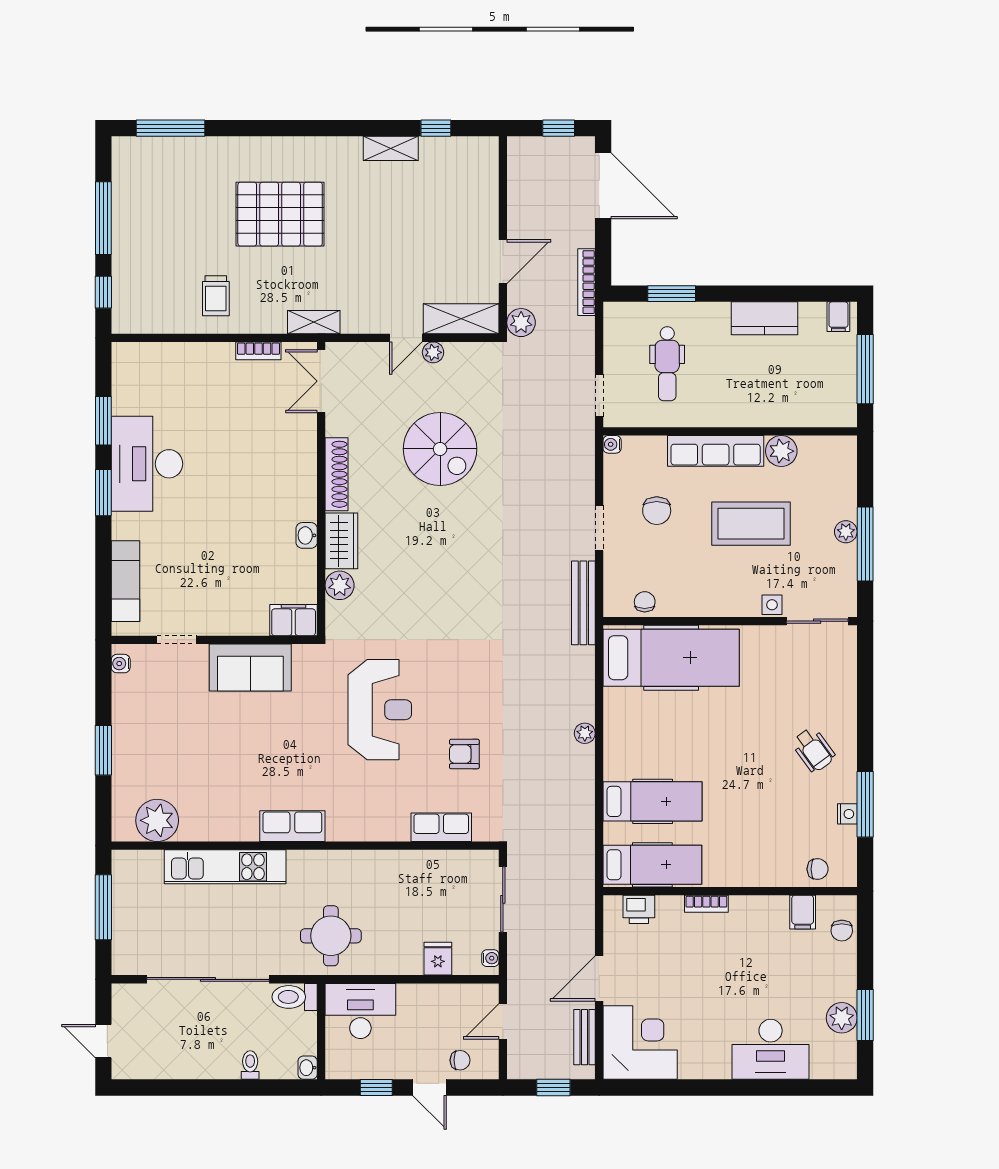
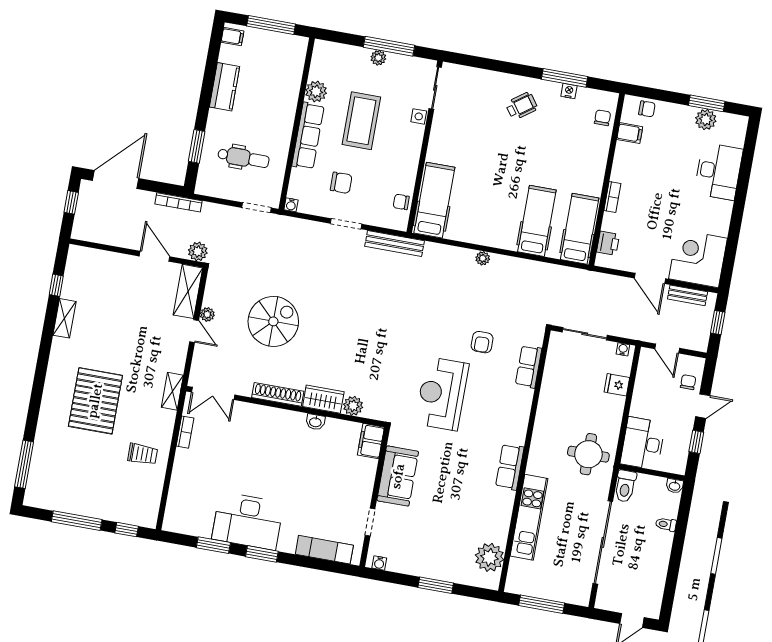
hospital bed: (671, 658) -> (434, 200), width x0.73, depth x0.78
reception desk: (380, 710) -> (442, 394), turned -90

